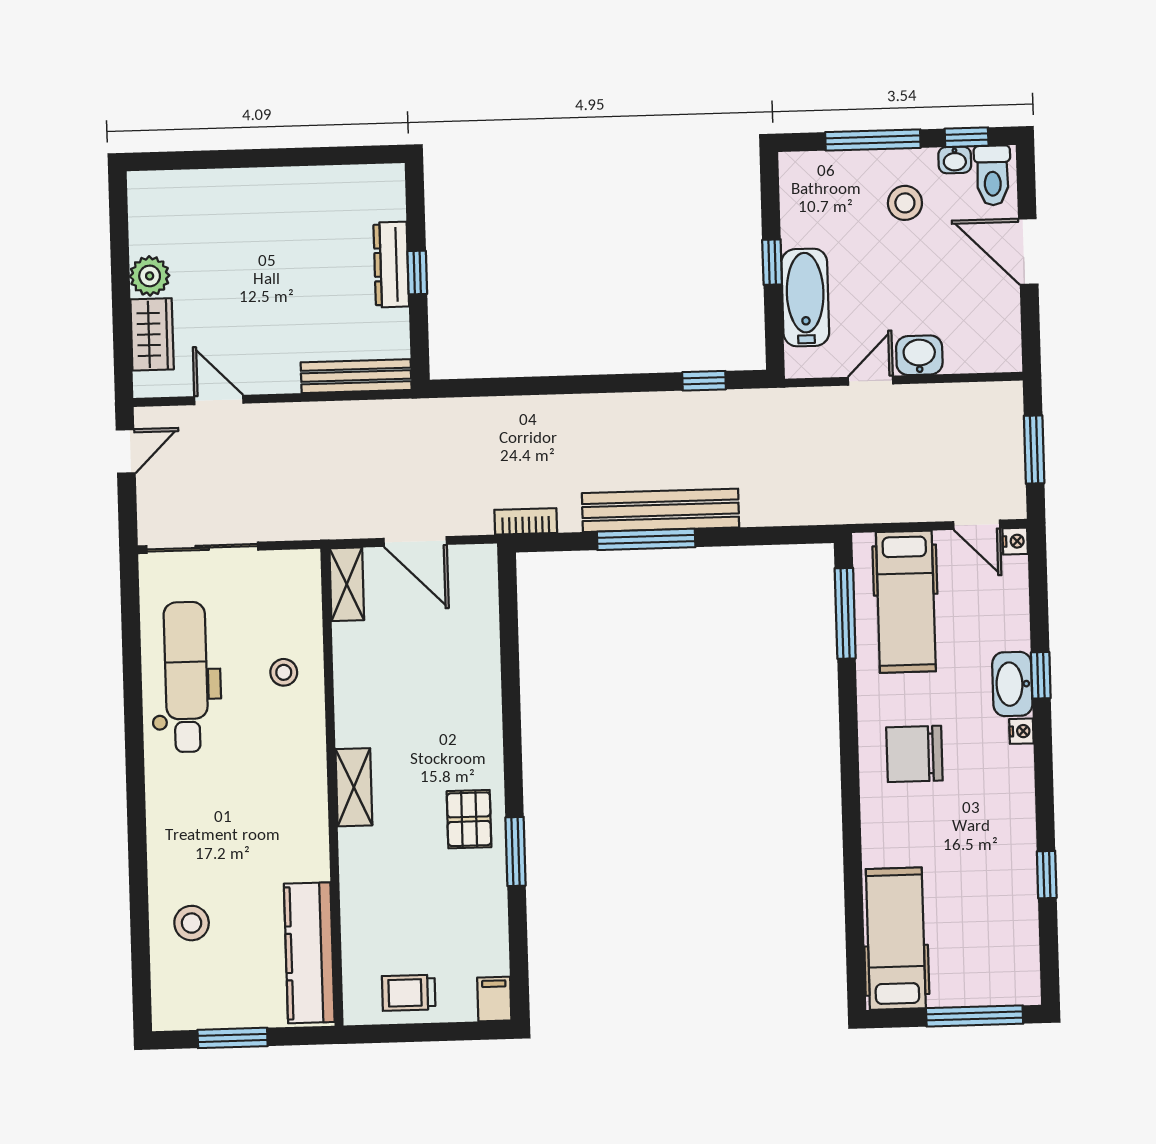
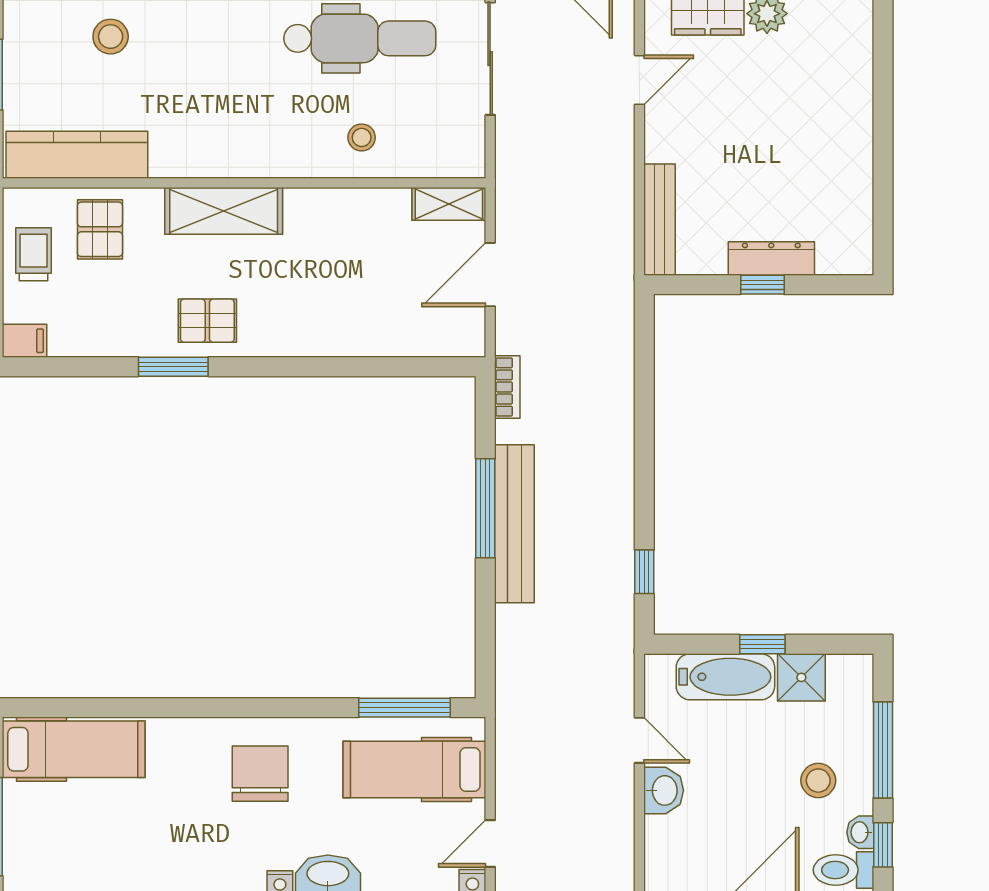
shower: (804, 223) -> (801, 677), added
shelving: (354, 787) -> (224, 211), width x1.50, depth x1.33
pallet: (382, 928) -> (100, 229), added

